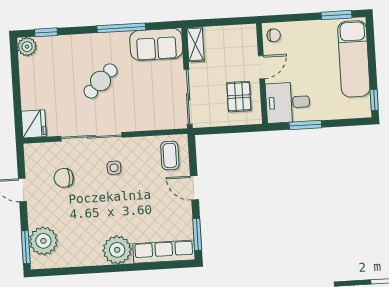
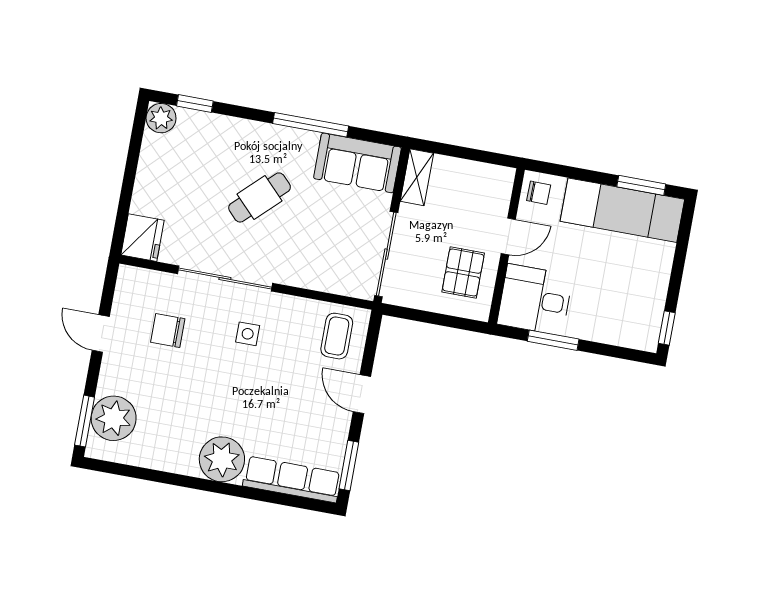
exam couch: (354, 59) -> (622, 210), moved, turned -90

